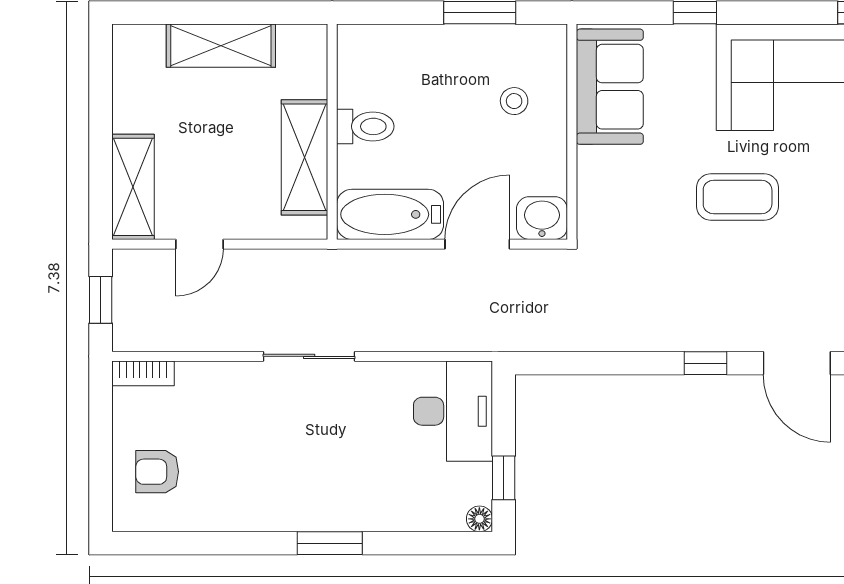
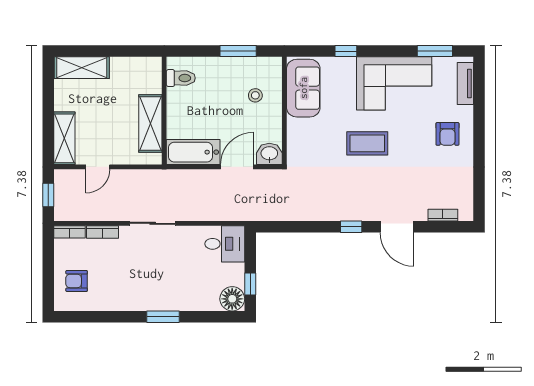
shelving: (221, 46) -> (82, 68), moved
toilet: (365, 126) -> (181, 78), moved
bookcase: (209, 374) -> (103, 232), added
desk: (453, 411) -> (225, 244), width x0.73
floor lamp: (479, 519) -> (232, 299), width x1.89, depth x1.89

